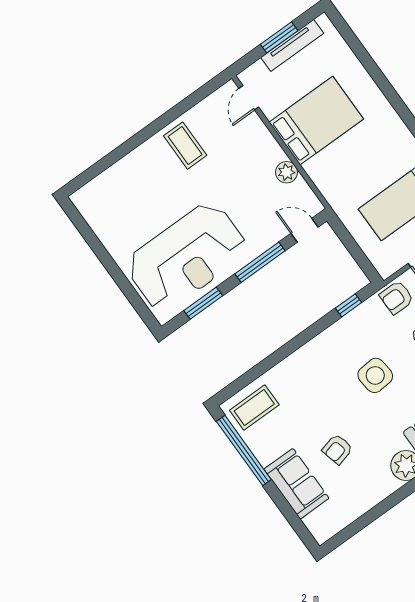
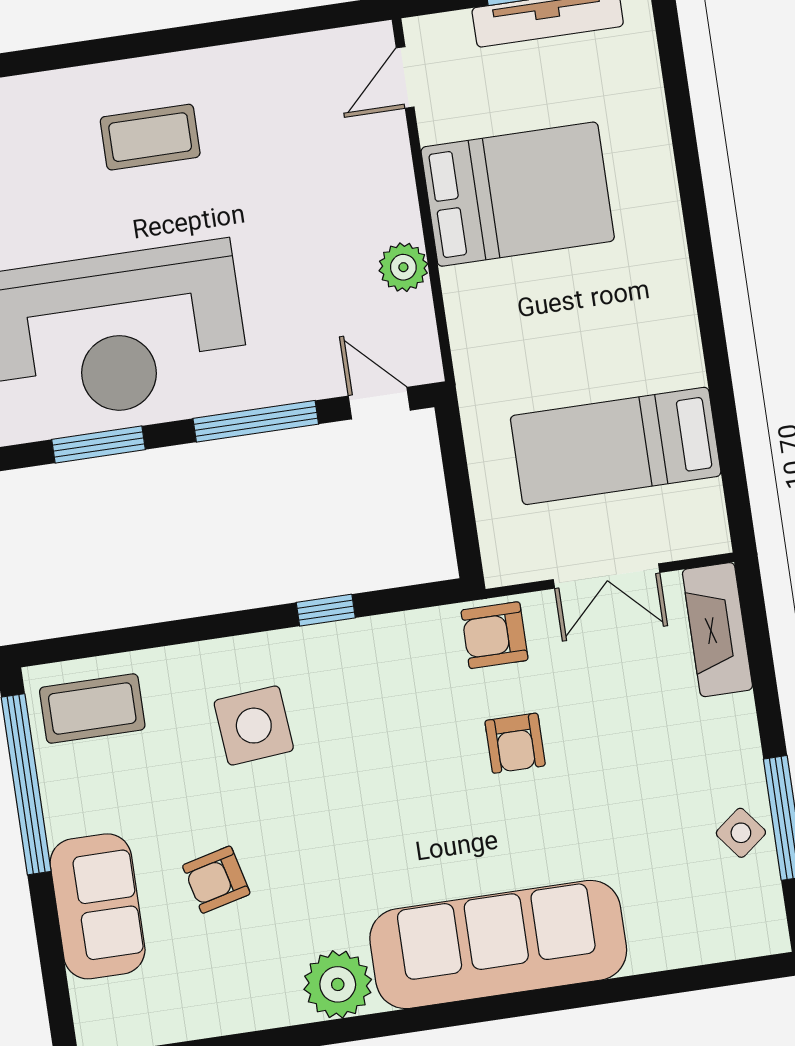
coffee table: (185, 146) -> (150, 137), moved, turned 90
window: (349, 305) -> (326, 610), moved
side table: (375, 375) -> (254, 726), moved

